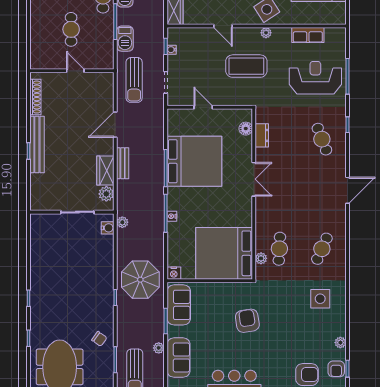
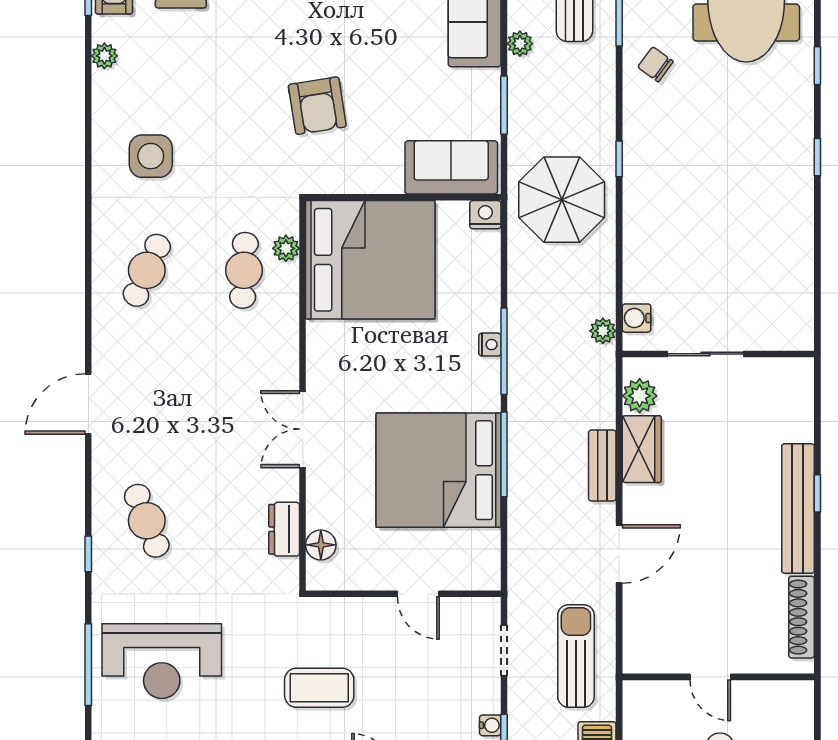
coffee table: (246, 66) -> (319, 688), width x0.73, depth x0.76
sofa: (179, 305) -> (451, 167), moved, turned 90

